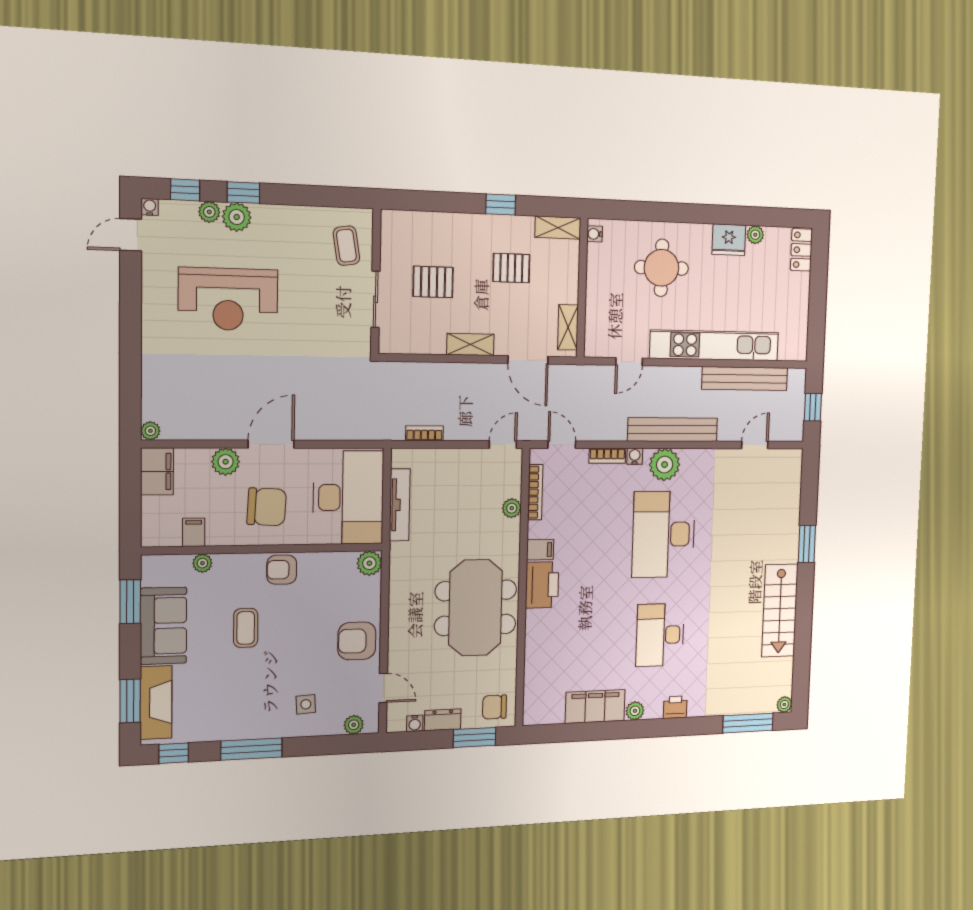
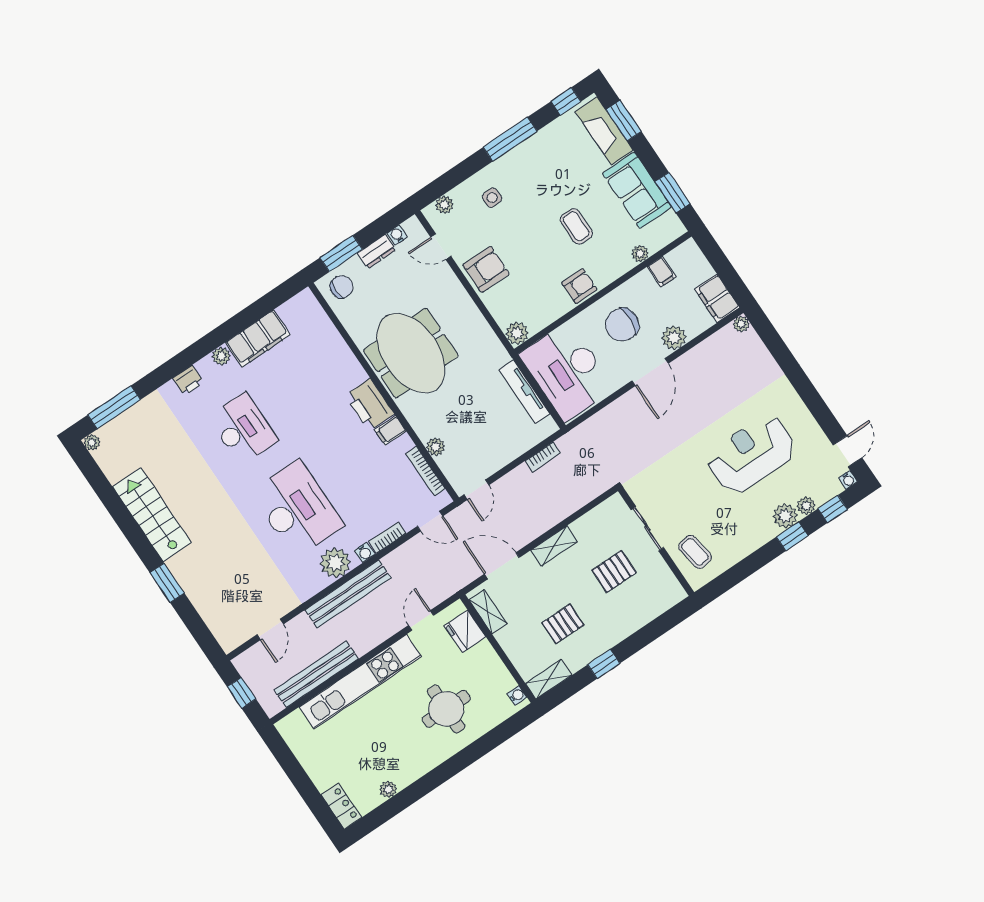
fridge: (729, 240) -> (465, 631), moved, turned -90

